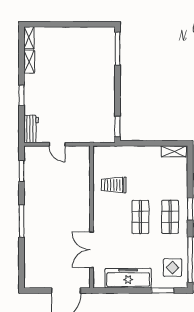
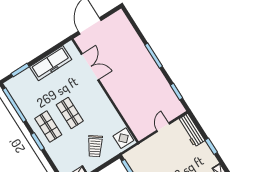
workbench: (31, 129) -> (191, 130), width x1.38
door: (57, 144) -> (163, 127), hinge flipped
trolley: (114, 185) -> (95, 146), moved, turned 126
display table: (173, 268) -> (123, 138), moved

